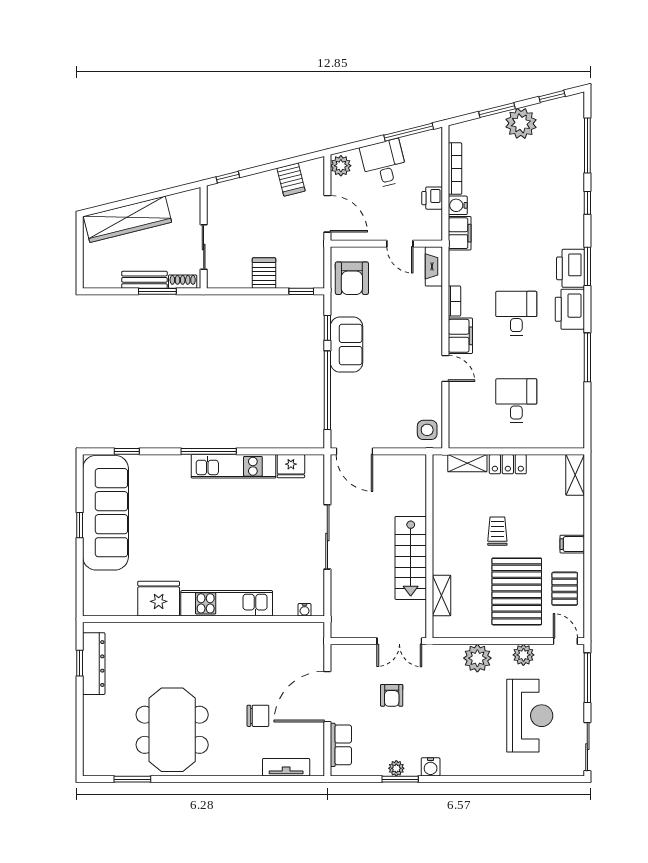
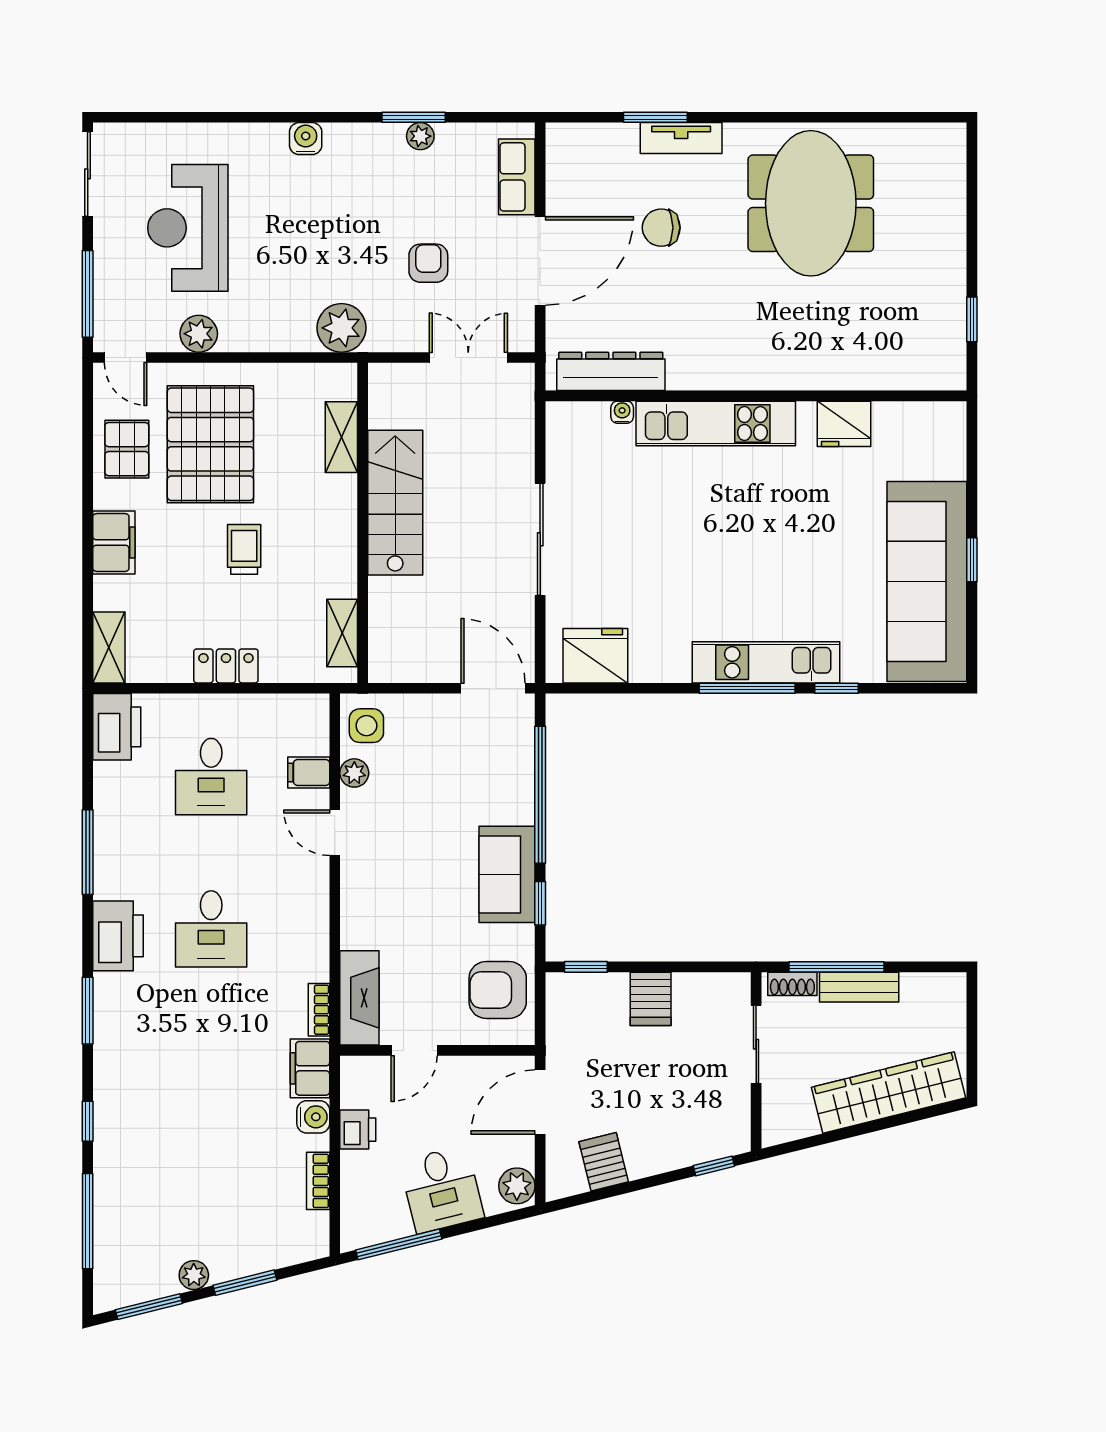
window: (552, 96) -> (149, 1307), width x1.50
plant: (521, 123) -> (194, 1275), width x0.53, depth x0.53
bookcase: (455, 169) -> (318, 1181), width x0.64
door: (327, 214) -> (540, 1102), hinge flipped
door: (400, 244) -> (414, 1050), swing flipped
fireplace: (434, 266) -> (359, 998), width x1.37, depth x1.32
printer: (571, 268) -> (117, 727), moved
armchair: (352, 278) -> (498, 990), turned -90
window: (157, 291) -> (836, 967), width x1.44
bookcase: (454, 301) -> (319, 1010), moved
filing cabinet: (460, 336) -> (309, 772), moved, width x0.50
plant: (434, 403) -> (354, 773), added
window: (127, 451) -> (836, 688), moved
shelving: (467, 463) -> (342, 633), moved, turned 90
kitchen unit: (233, 466) -> (766, 662), moved
fridge: (291, 466) -> (595, 656), width x1.36, depth x1.34
trolley: (497, 531) -> (244, 549), turned 180
filing cabinet: (572, 544) -> (114, 543), width x2.00
fridge: (159, 599) -> (844, 424), width x0.73, depth x0.75
water cooler: (305, 610) -> (622, 412), moved
double door: (399, 641) -> (468, 357), moved
plant: (477, 658) -> (341, 328), moved
dresser: (94, 664) -> (611, 371), moved, turned 90
tv unit: (286, 767) -> (681, 138), moved
water cooler: (431, 767) -> (306, 139), moved
window: (132, 779) -> (655, 117), moved

